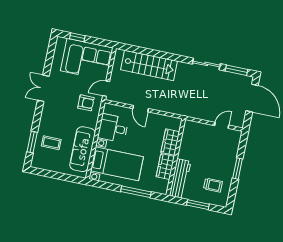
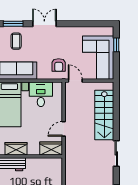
sliding door: (206, 64) -> (116, 153), moved
double door: (43, 88) -> (44, 24), moved
door: (141, 109) -> (64, 129), moved
wardrobe: (170, 142) -> (51, 149), moved

